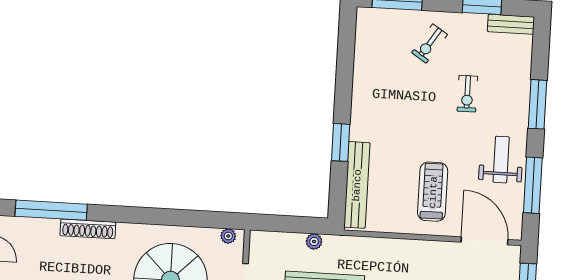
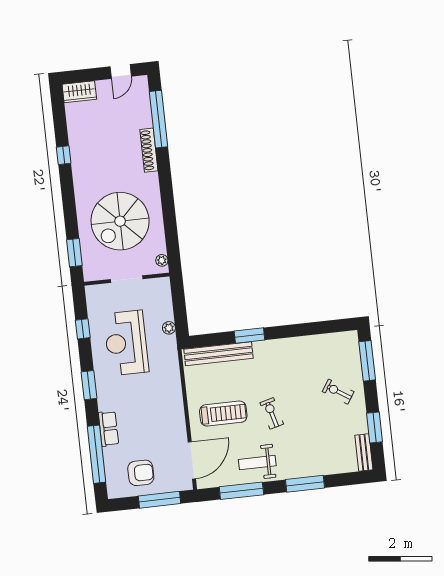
exercise bike: (467, 94) -> (272, 413), moved, turned 75
weight bench: (501, 160) -> (257, 463), turned 180

